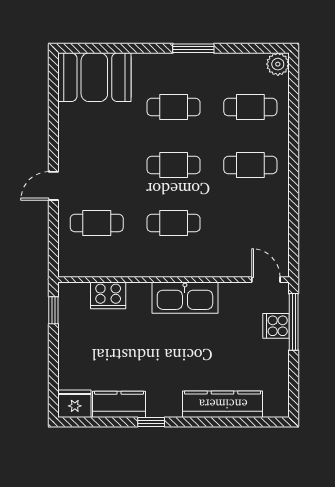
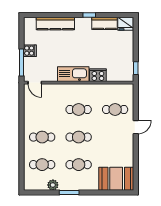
plant: (278, 64) -> (53, 185), moved
cooker: (108, 295) -> (98, 75), moved
cooker: (276, 326) -> (30, 51), moved

